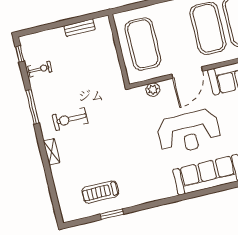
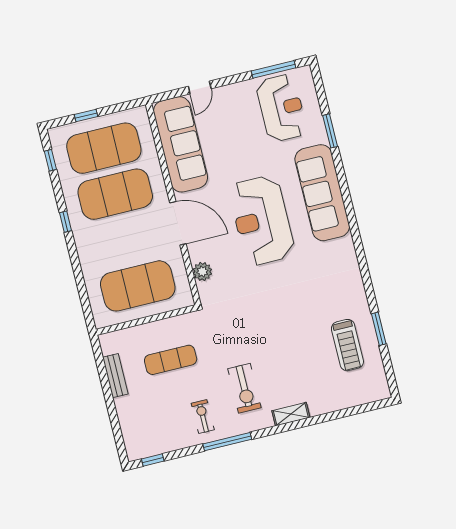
exercise mat: (91, 67) -> (171, 360), added
exercise bike: (40, 69) -> (203, 416), moved
reception desk: (189, 132) -> (262, 220), turned 180

